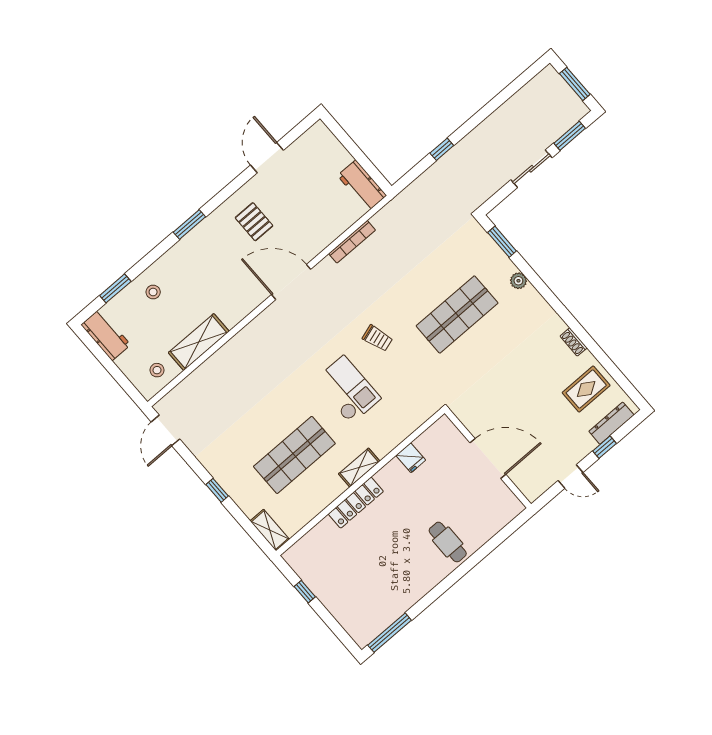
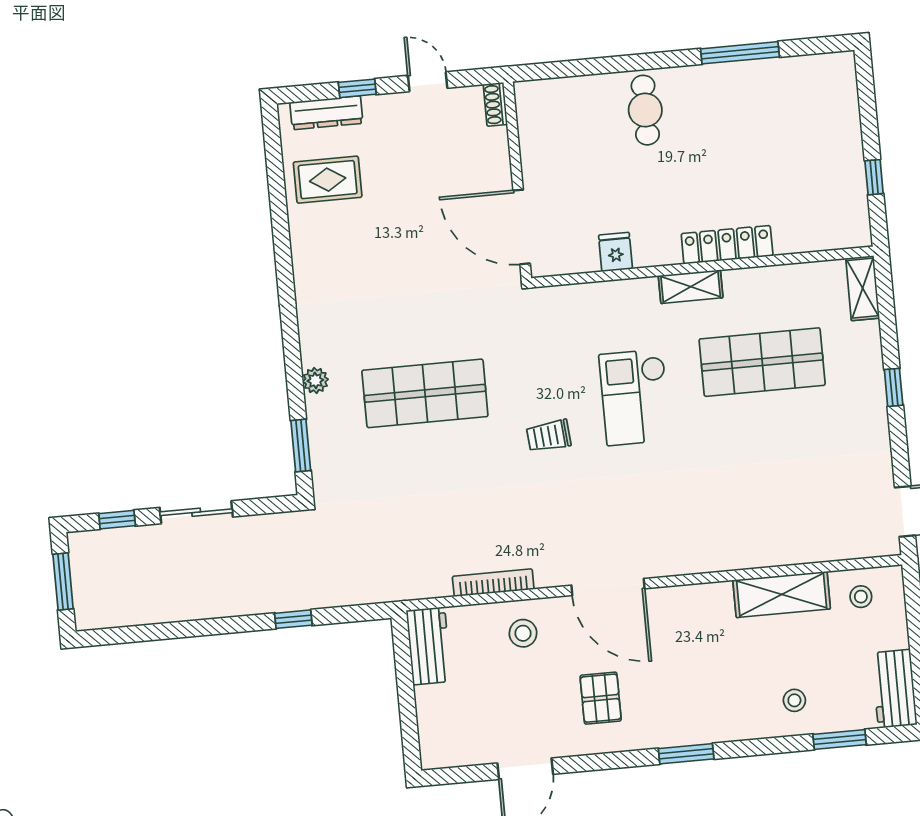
window: (570, 136) -> (117, 520), width x0.67
stool: (318, 227) -> (523, 633), added
trolley: (377, 338) -> (549, 436), turned -77
shoe rack: (574, 342) -> (495, 104), moved, turned 180
door: (488, 459) -> (522, 227), moved
window: (390, 633) -> (740, 53), moved

